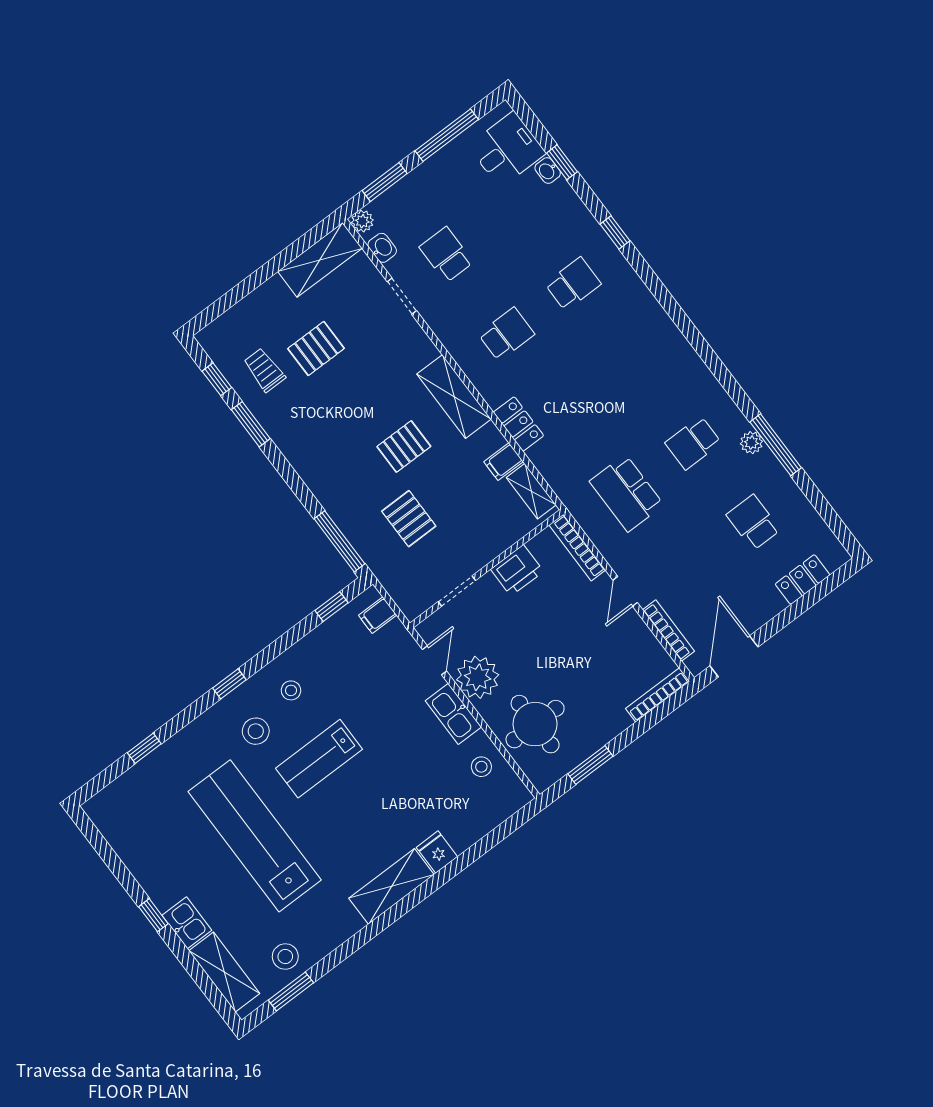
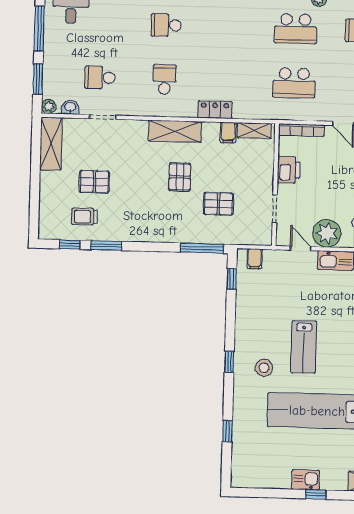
school desk: (573, 284) -> (166, 25), turned -90
pallet: (316, 348) -> (94, 182), turned 90
school desk: (693, 443) -> (296, 29), width x1.85
stool: (291, 690) -> (258, 333), removed
kitchen sink: (187, 923) -> (306, 480), moved

